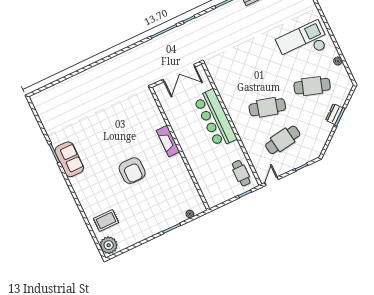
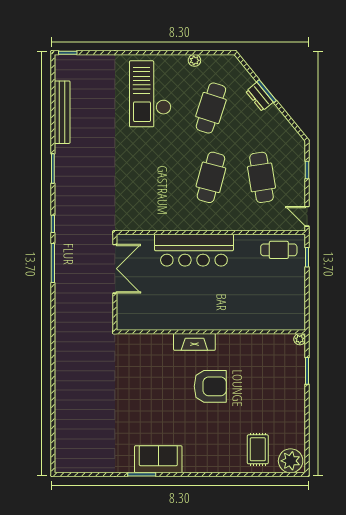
fireplace: (168, 141) -> (194, 342), moved
wall: (180, 149) -> (211, 332), moved

